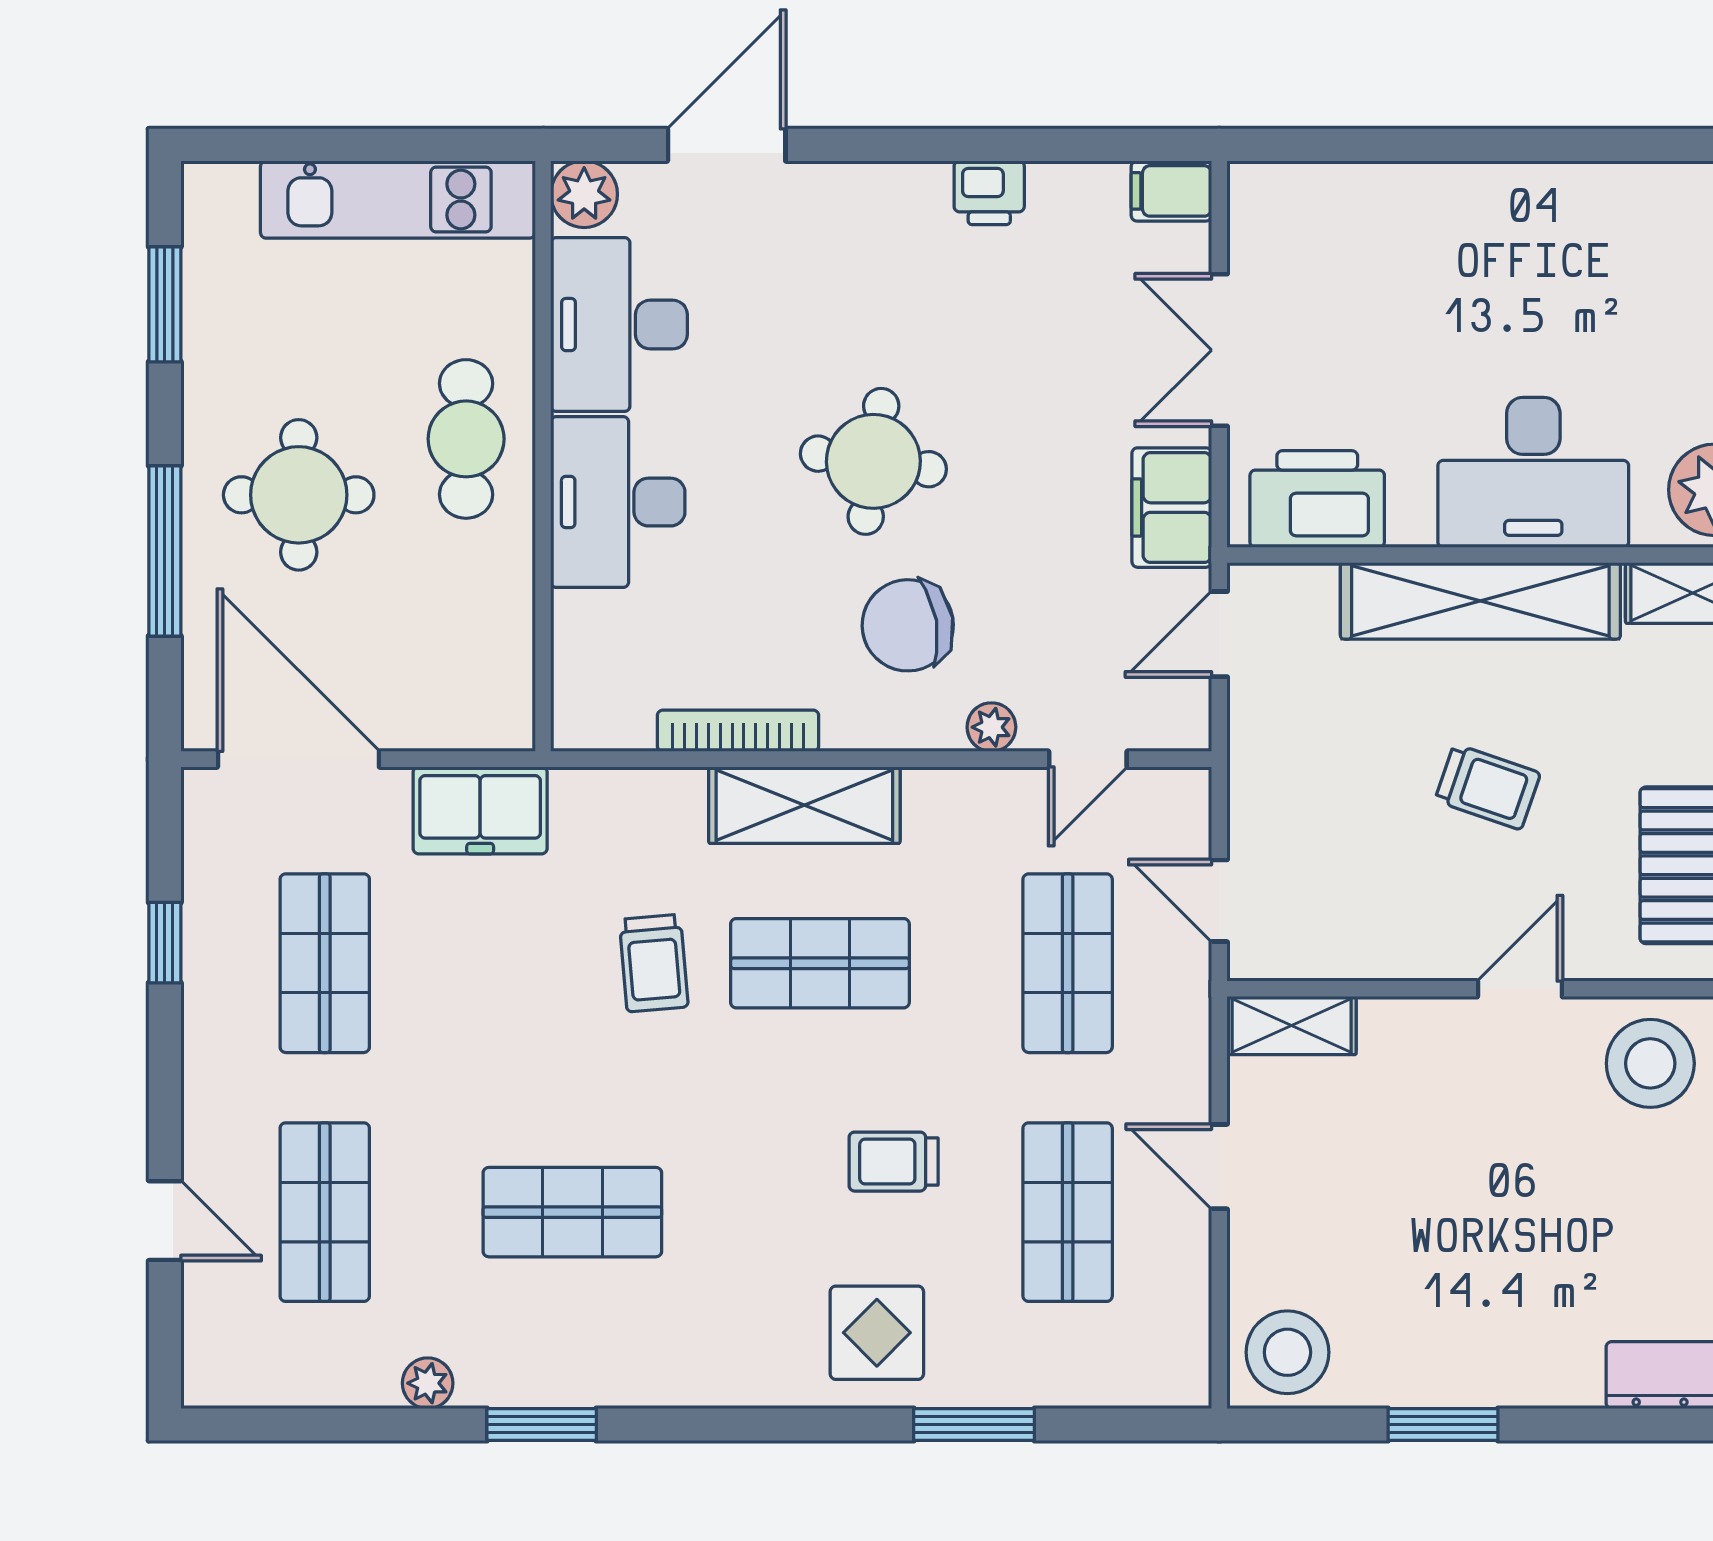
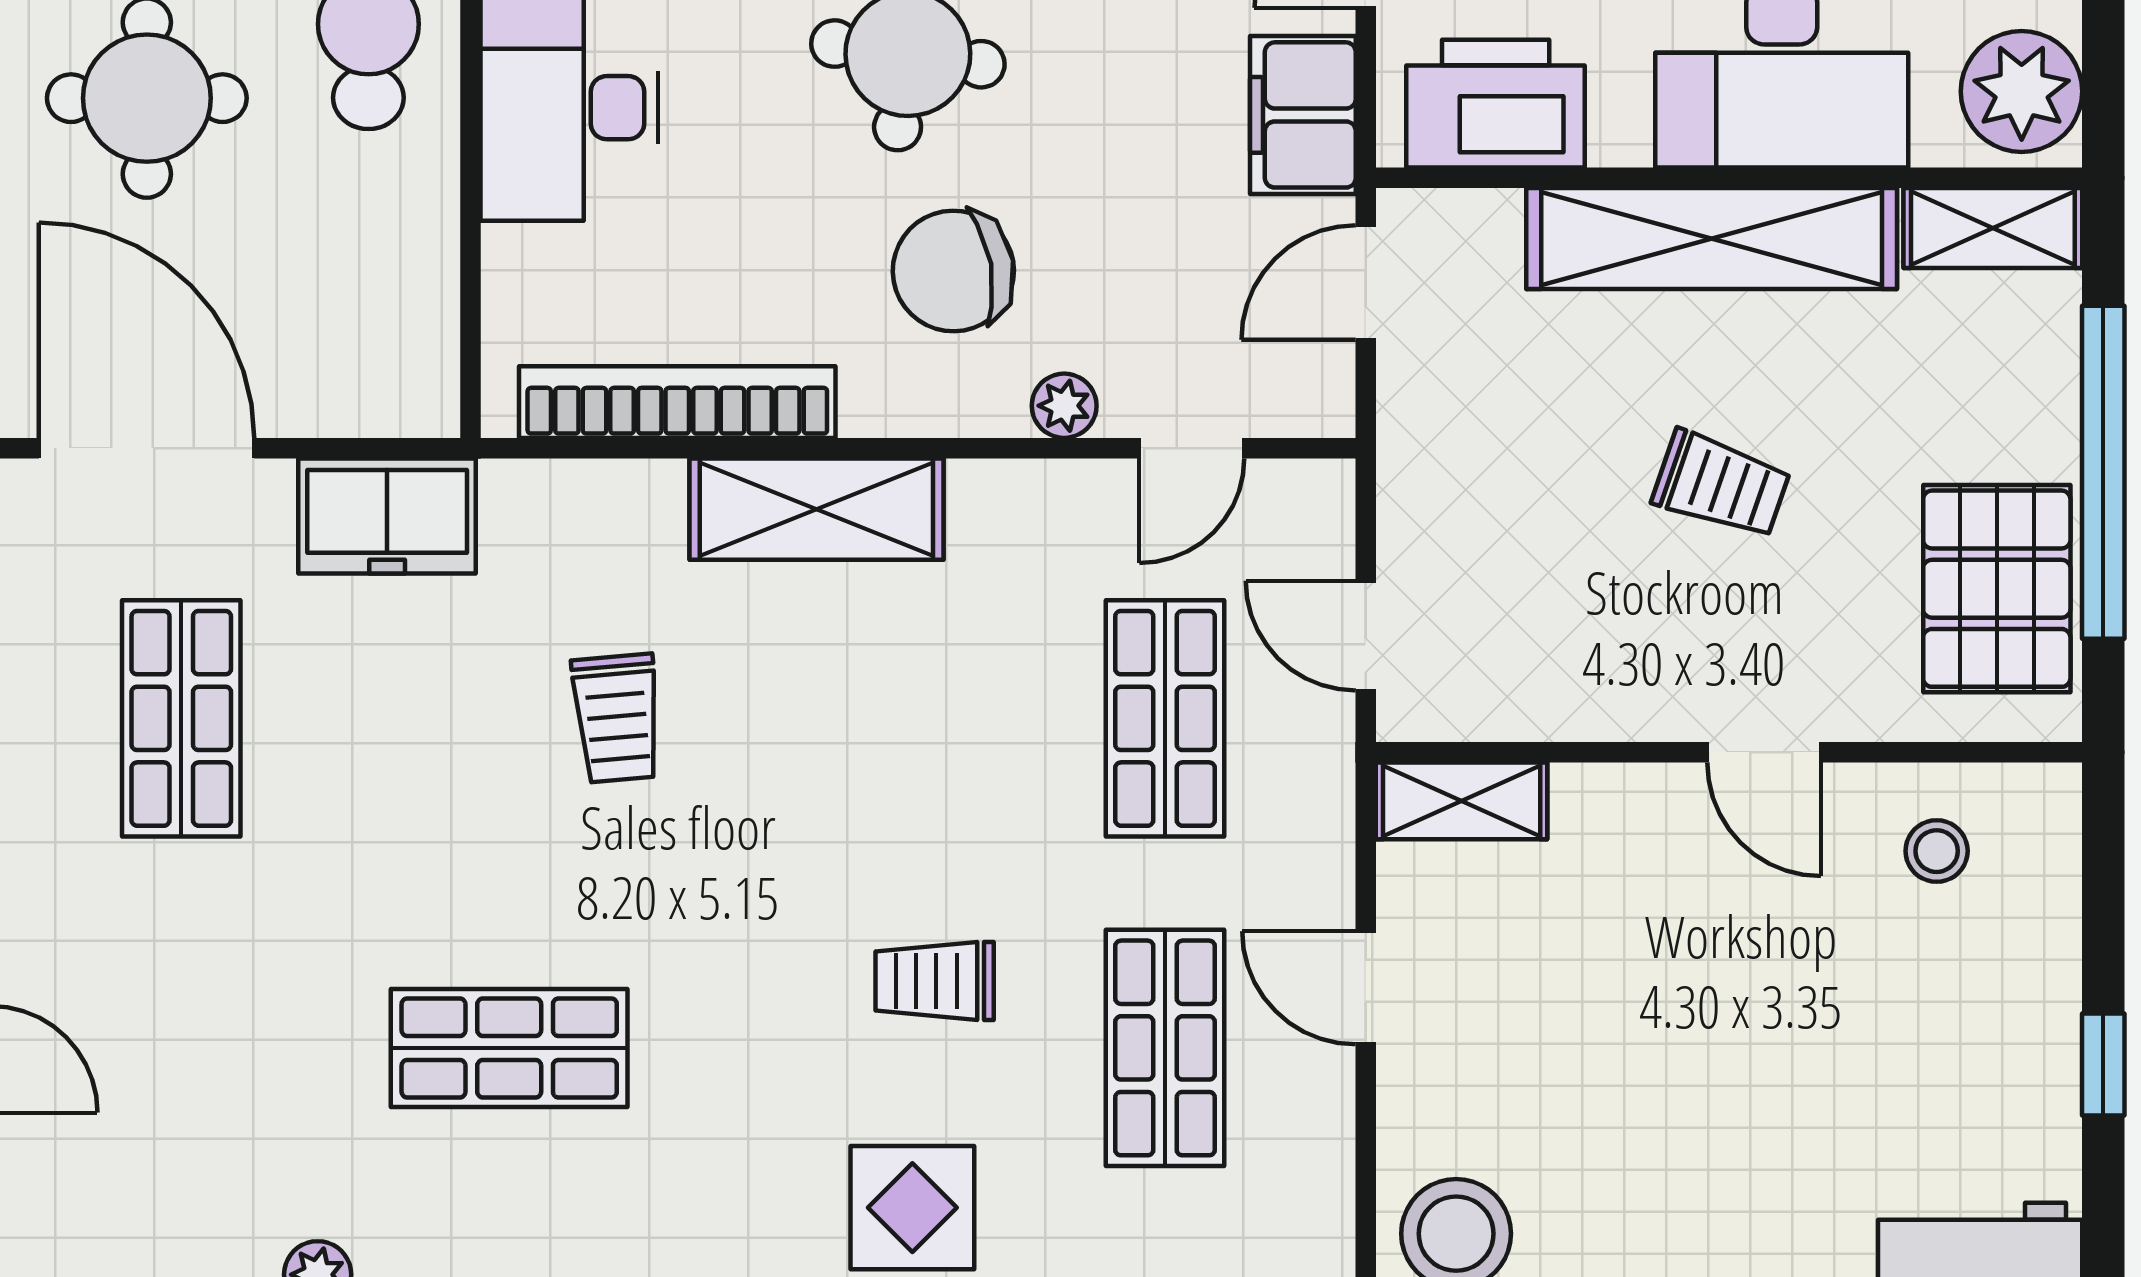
bookcase: (738, 731) -> (677, 402), width x1.48, depth x1.31
shop shelf: (820, 963) -> (837, 718), removed
door: (1520, 989) -> (1764, 752), swing flipped
stool: (1650, 1063) -> (1937, 851), width x0.53, depth x0.53
shop shelf: (325, 1212) -> (181, 1048), removed

